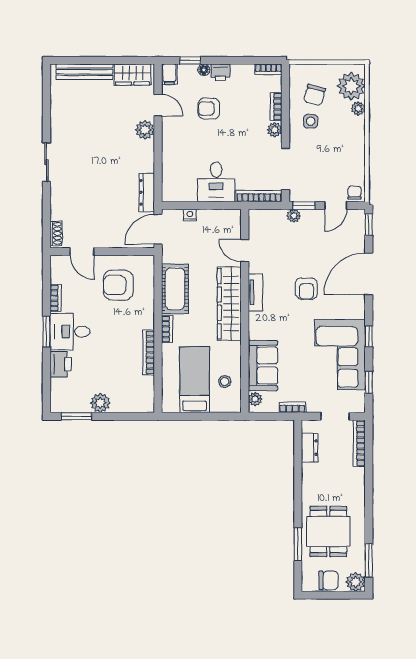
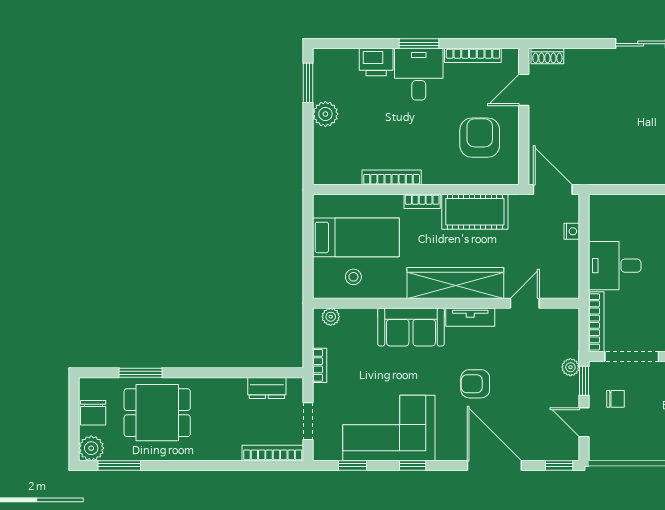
dresser: (147, 192) -> (601, 175), removed
chair: (354, 193) -> (615, 399), moved
bookcase: (56, 298) -> (473, 55), width x1.56
sofa: (263, 365) -> (411, 327), moved

